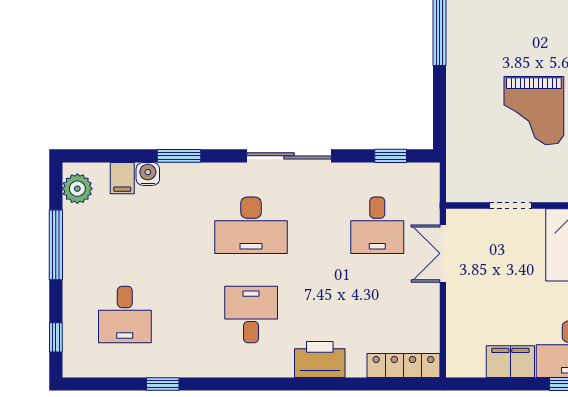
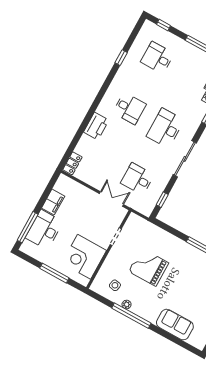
locker: (403, 366) -> (72, 163), width x0.66

